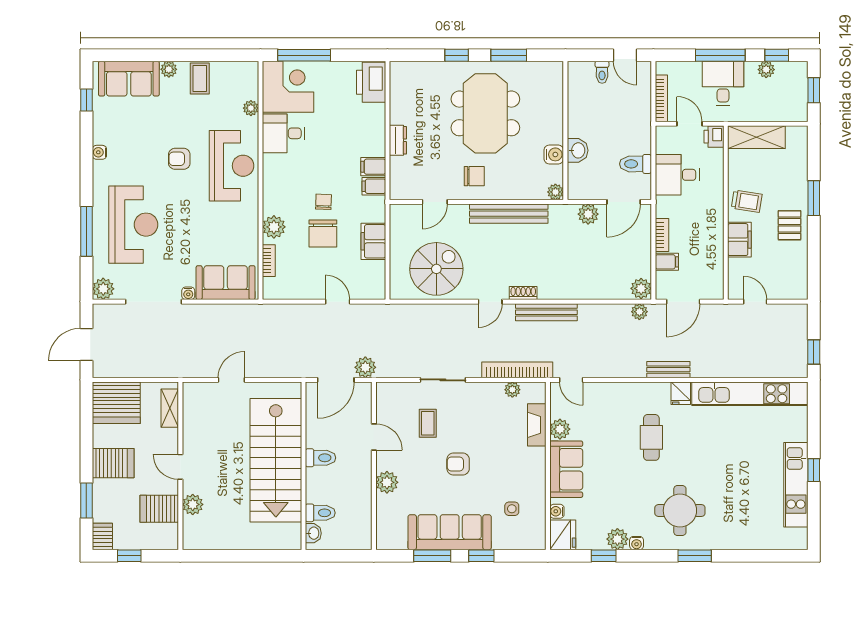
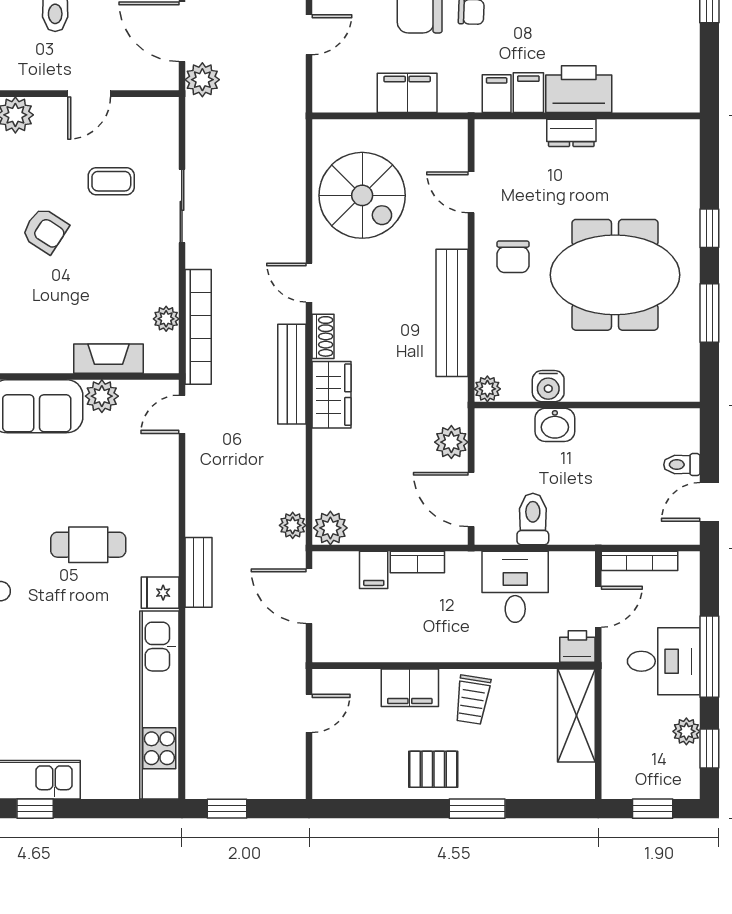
printer: (371, 82) -> (579, 89), moved
wardrobe: (559, 288) -> (332, 395), added
armchair: (458, 464) -> (45, 231), turned 123

